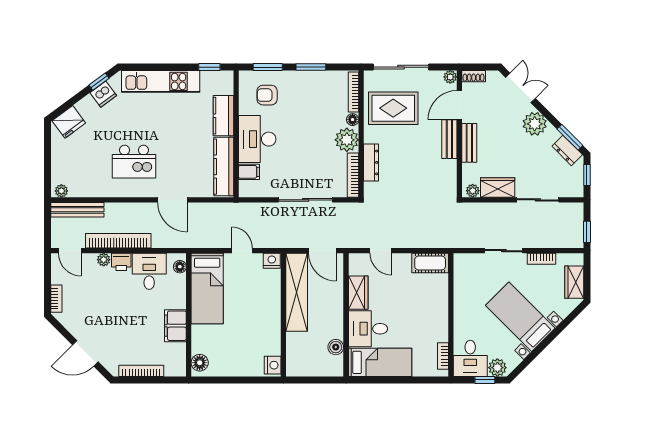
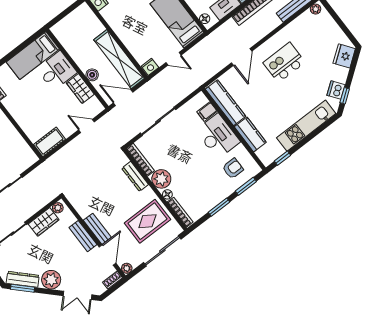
dresser: (567, 150) -> (23, 279), width x1.44
door: (172, 200) -> (242, 57), swing flipped
boiler: (336, 347) -> (92, 75), moved

